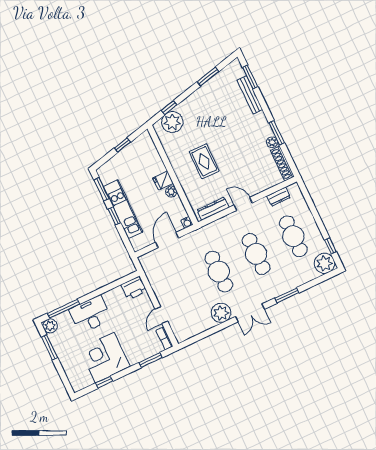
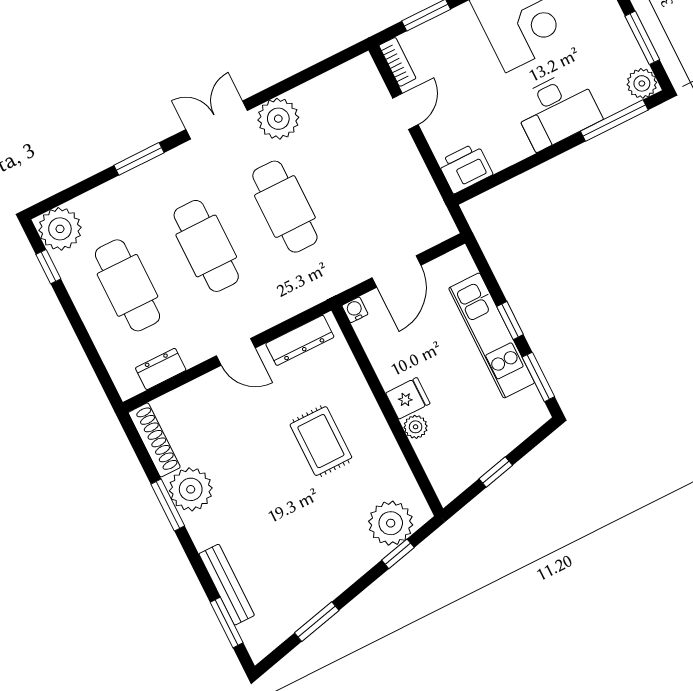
plant: (272, 142) -> (191, 489), width x1.87, depth x1.87
plant: (171, 192) -> (416, 427), moved

